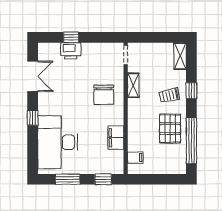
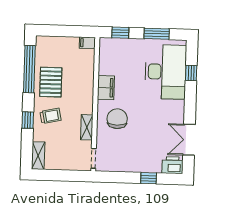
printer: (71, 51) -> (172, 165), moved
window: (33, 118) -> (191, 73), moved
filing cabinet: (116, 138) -> (106, 88), moved
filing cabinet: (135, 158) -> (87, 43), moved

